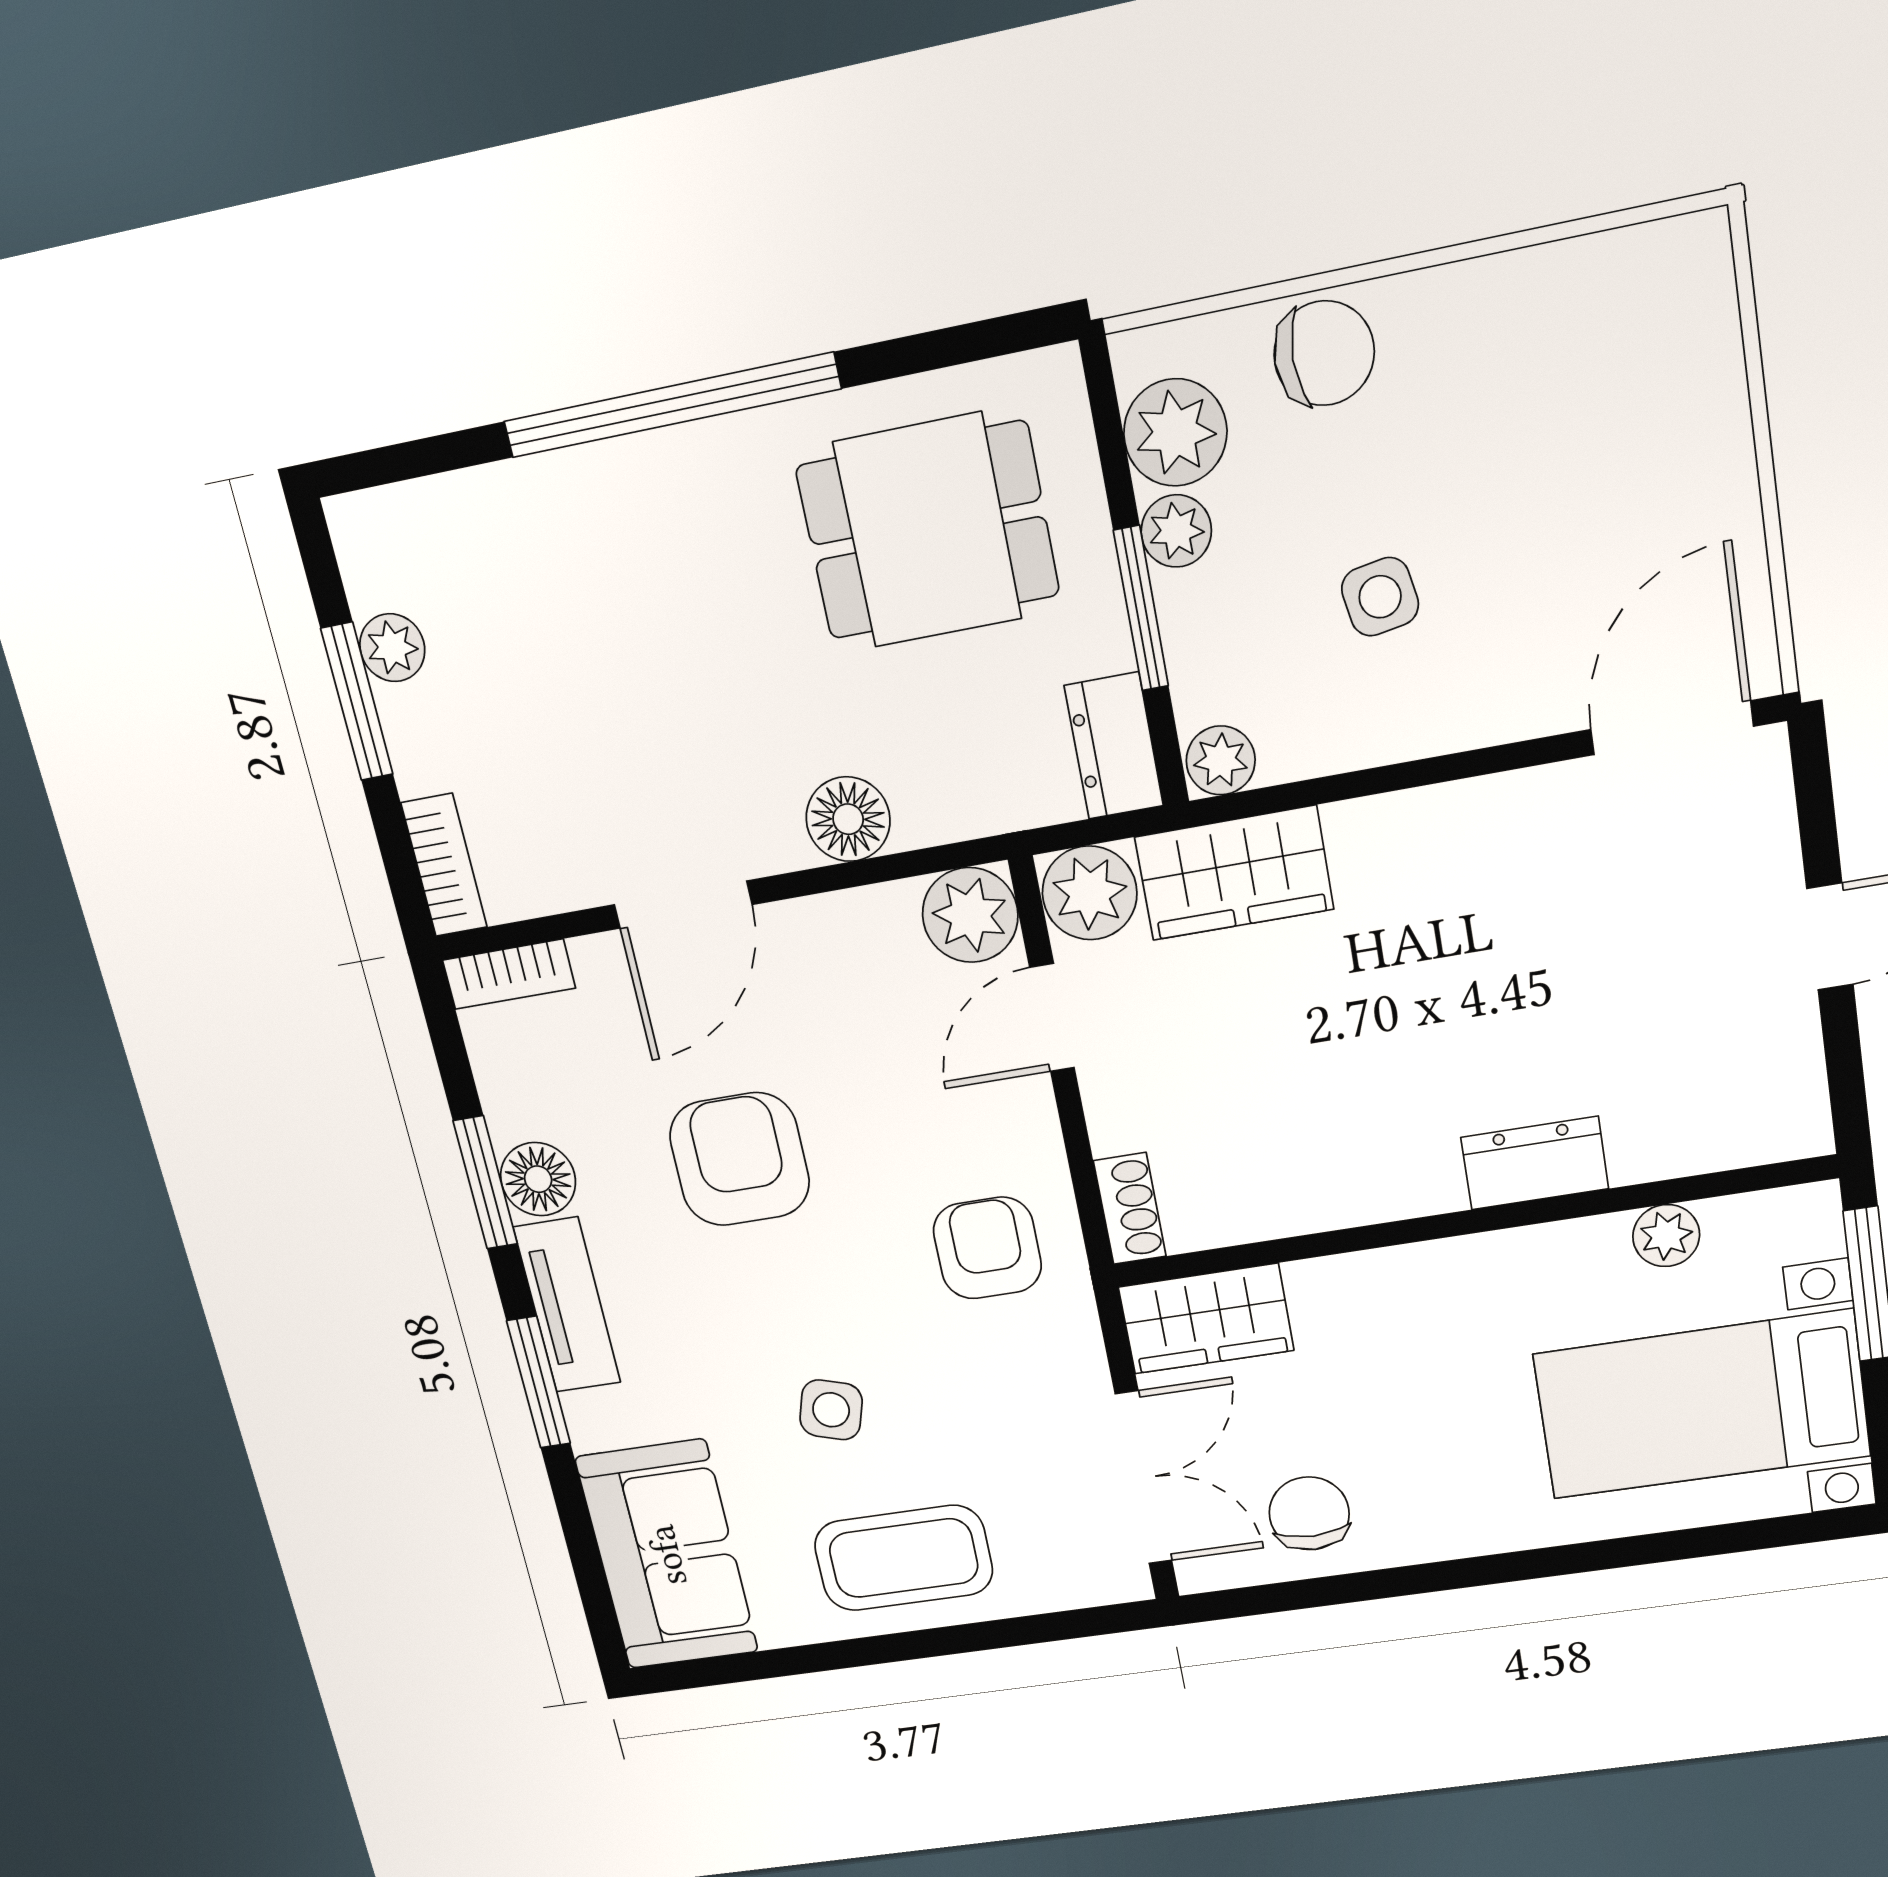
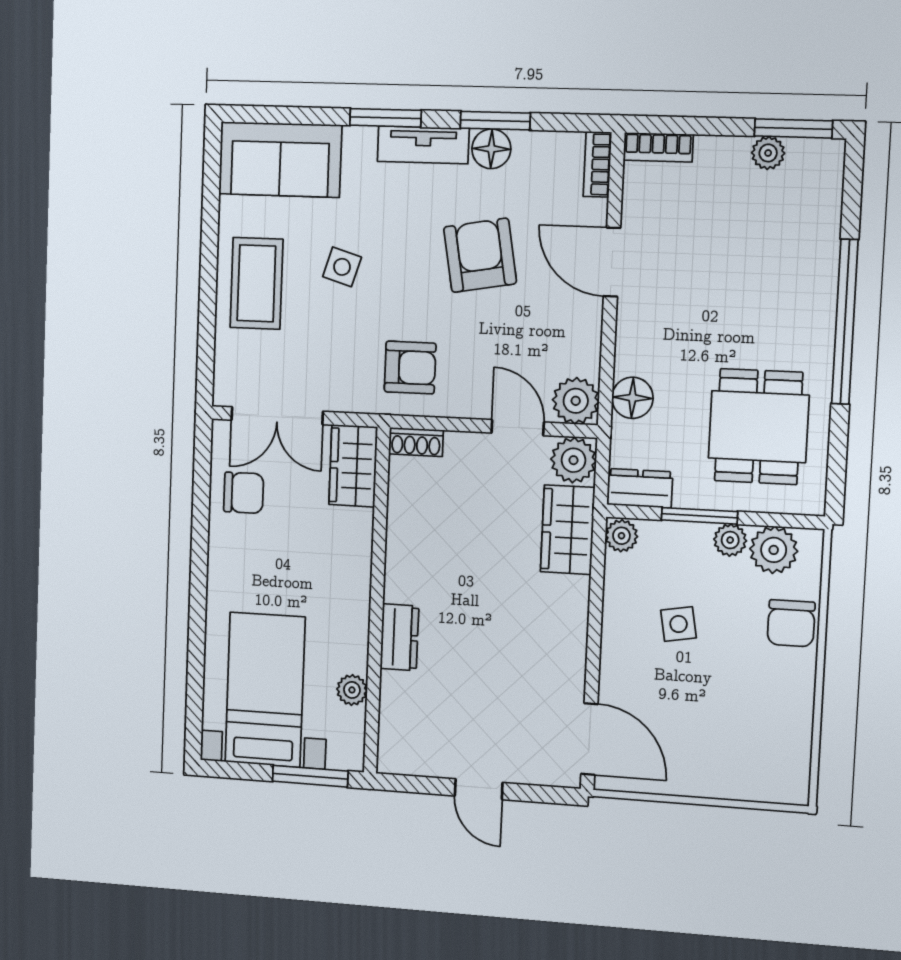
window: (357, 702) -> (793, 128), moved
floor lamp: (848, 819) -> (632, 398), moved
armchair: (740, 1159) -> (480, 255), turned -100

